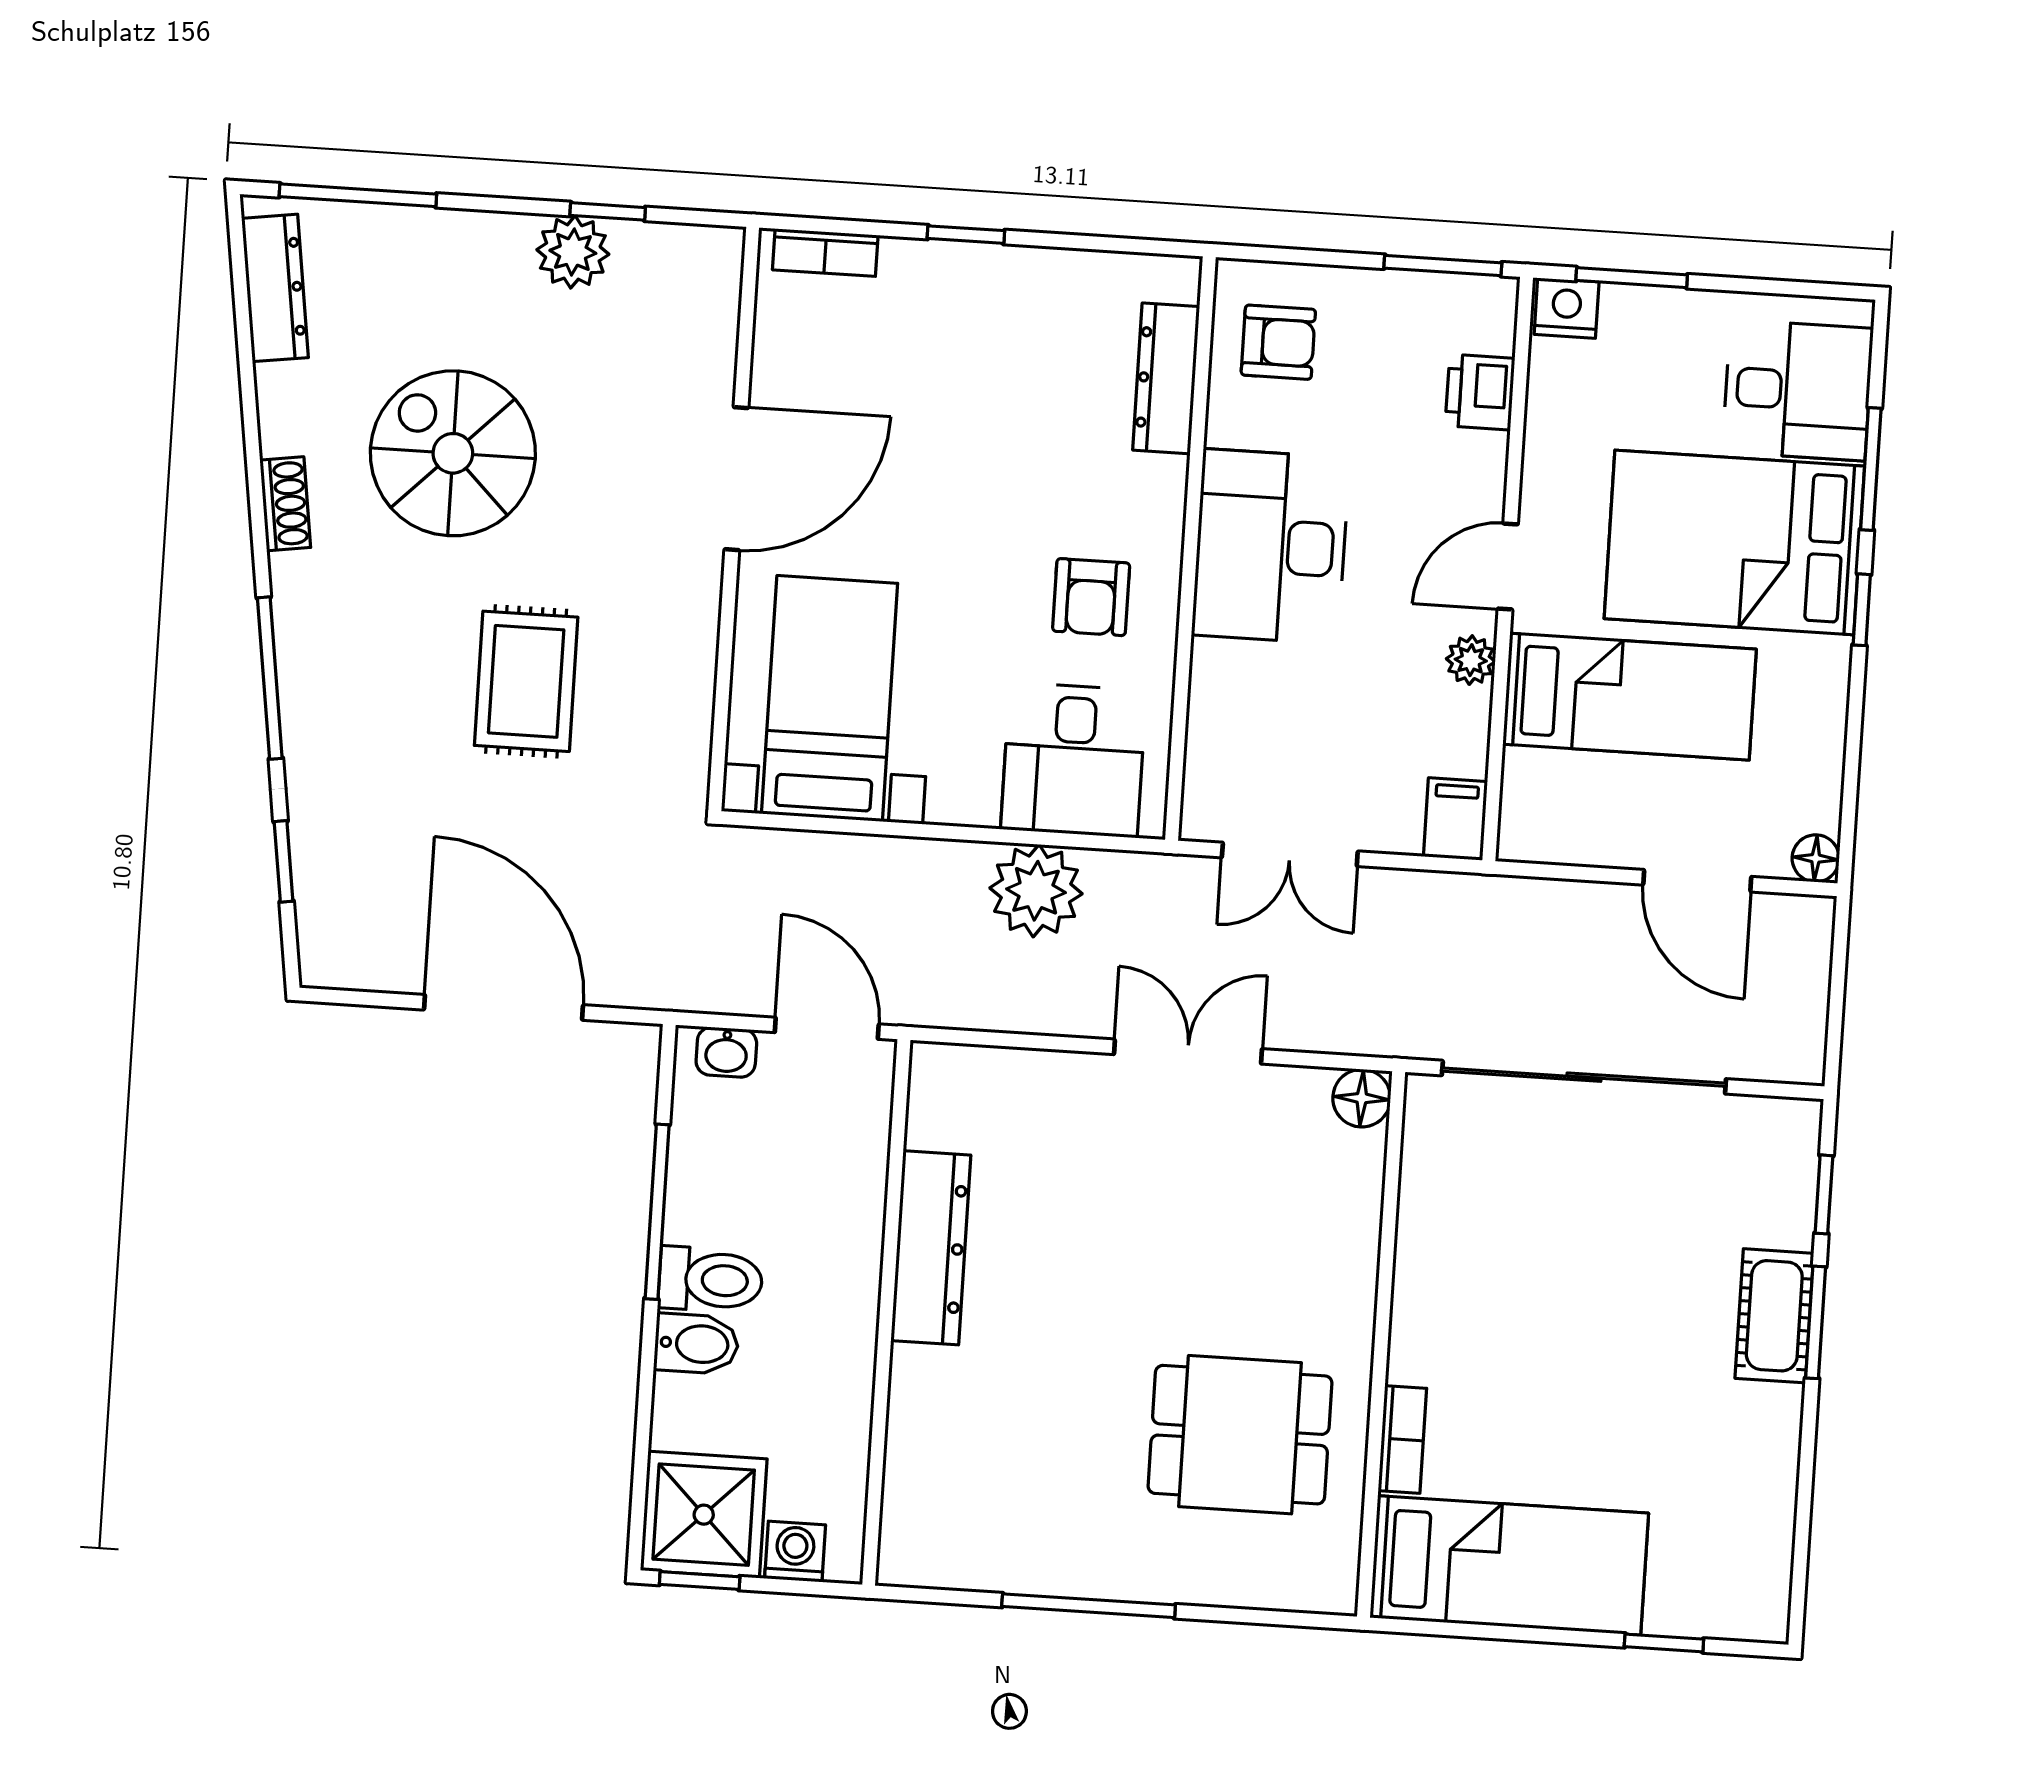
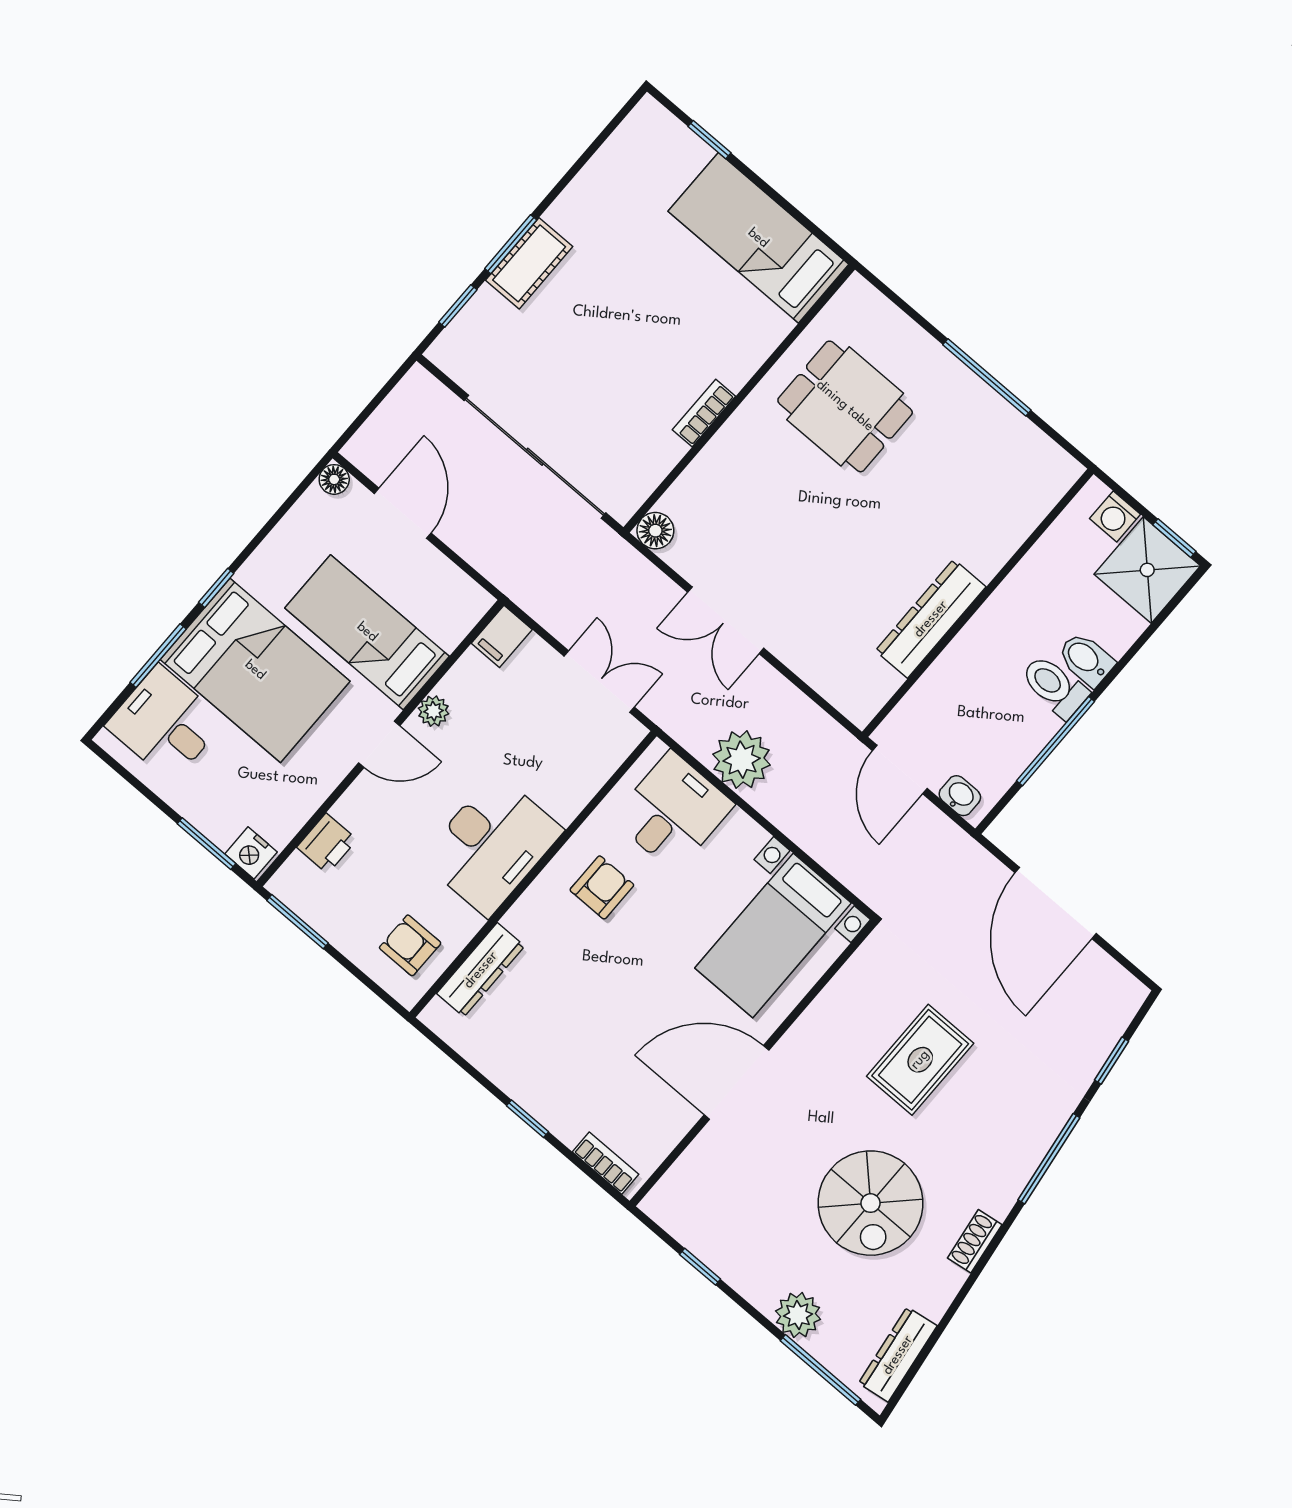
plant: (573, 252) -> (798, 1315), moved
bookcase: (1402, 1439) -> (704, 413), moved

